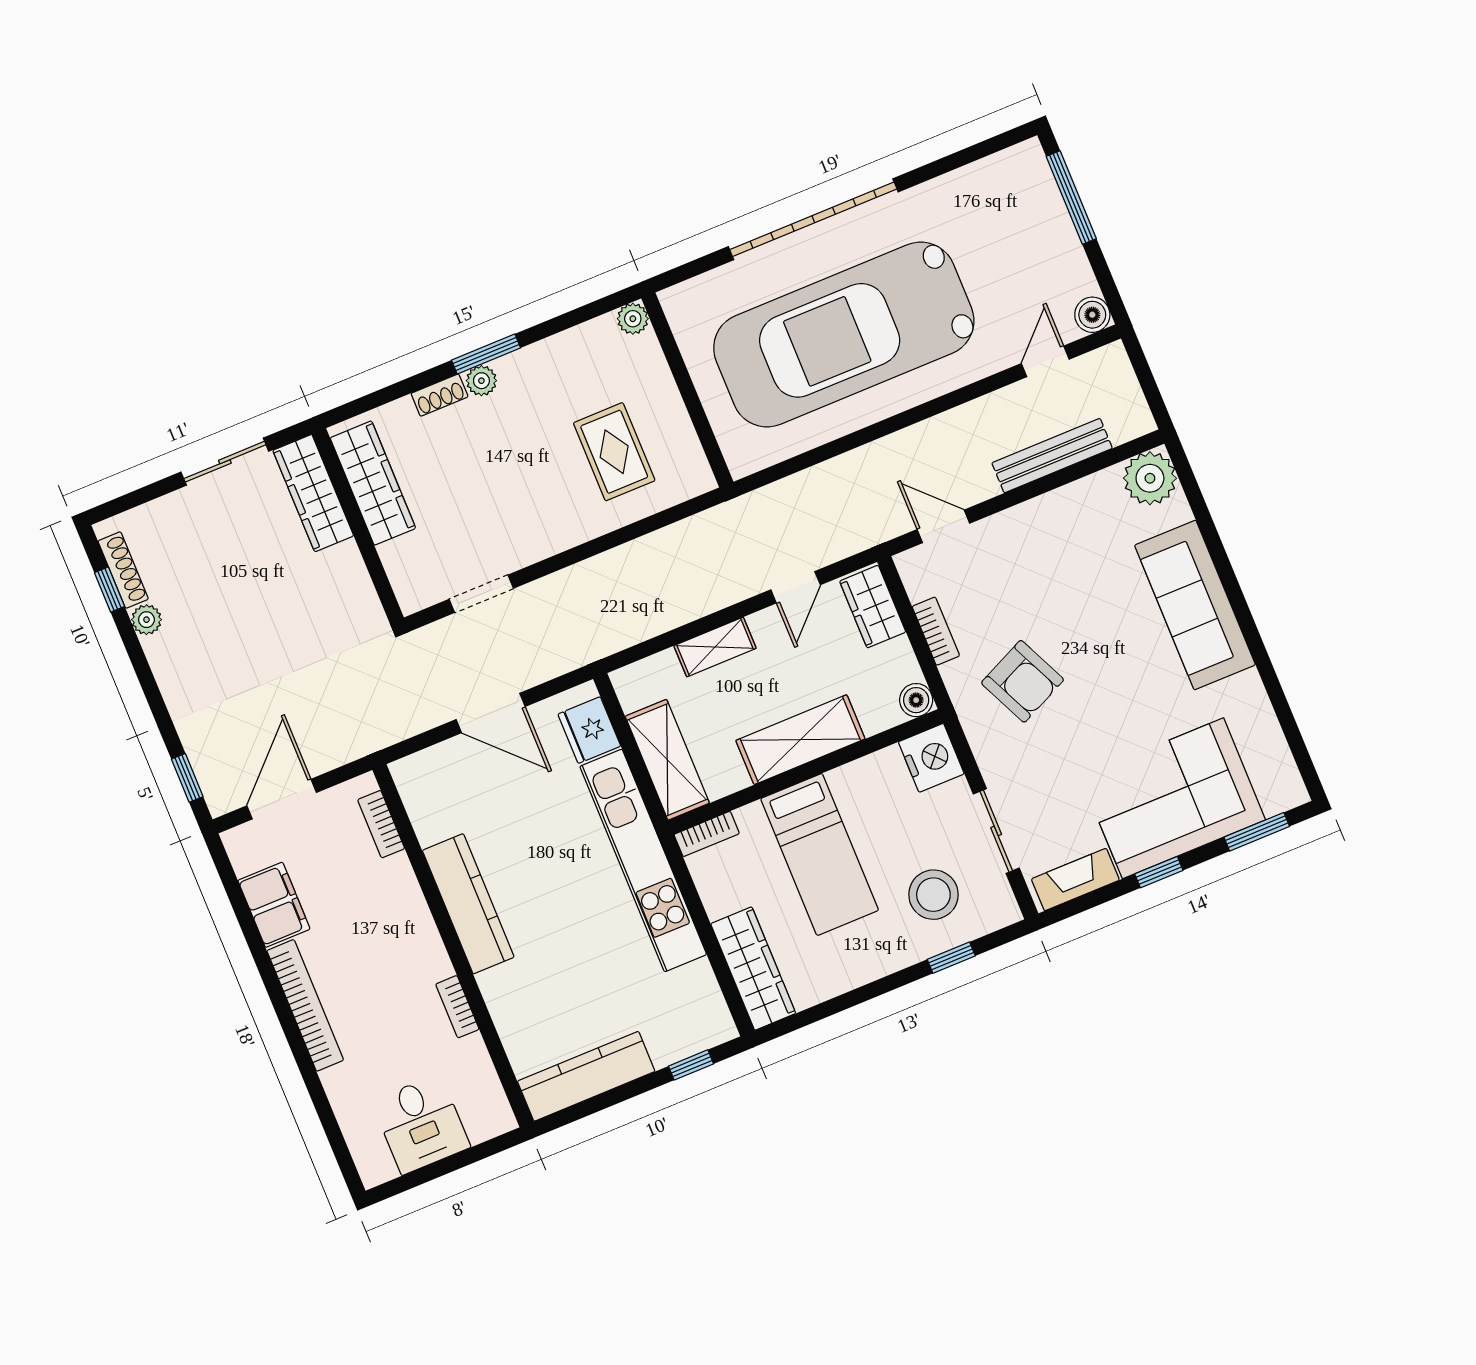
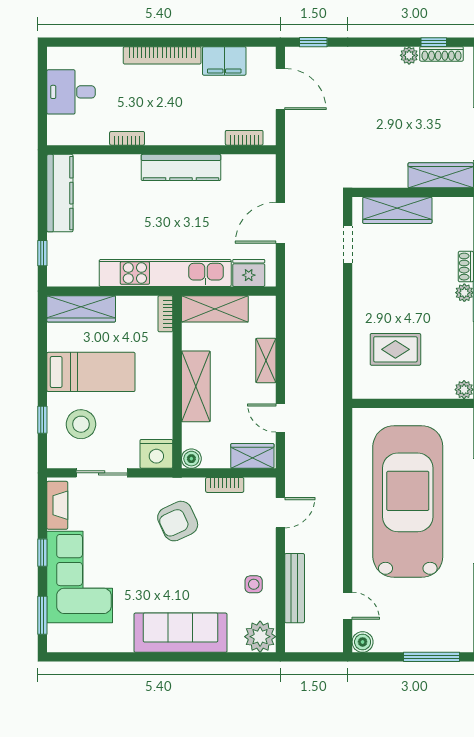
wardrobe: (373, 483) -> (397, 210), moved
side table: (1072, 522) -> (254, 584), added
bed: (820, 854) -> (91, 372), moved, turned 180

